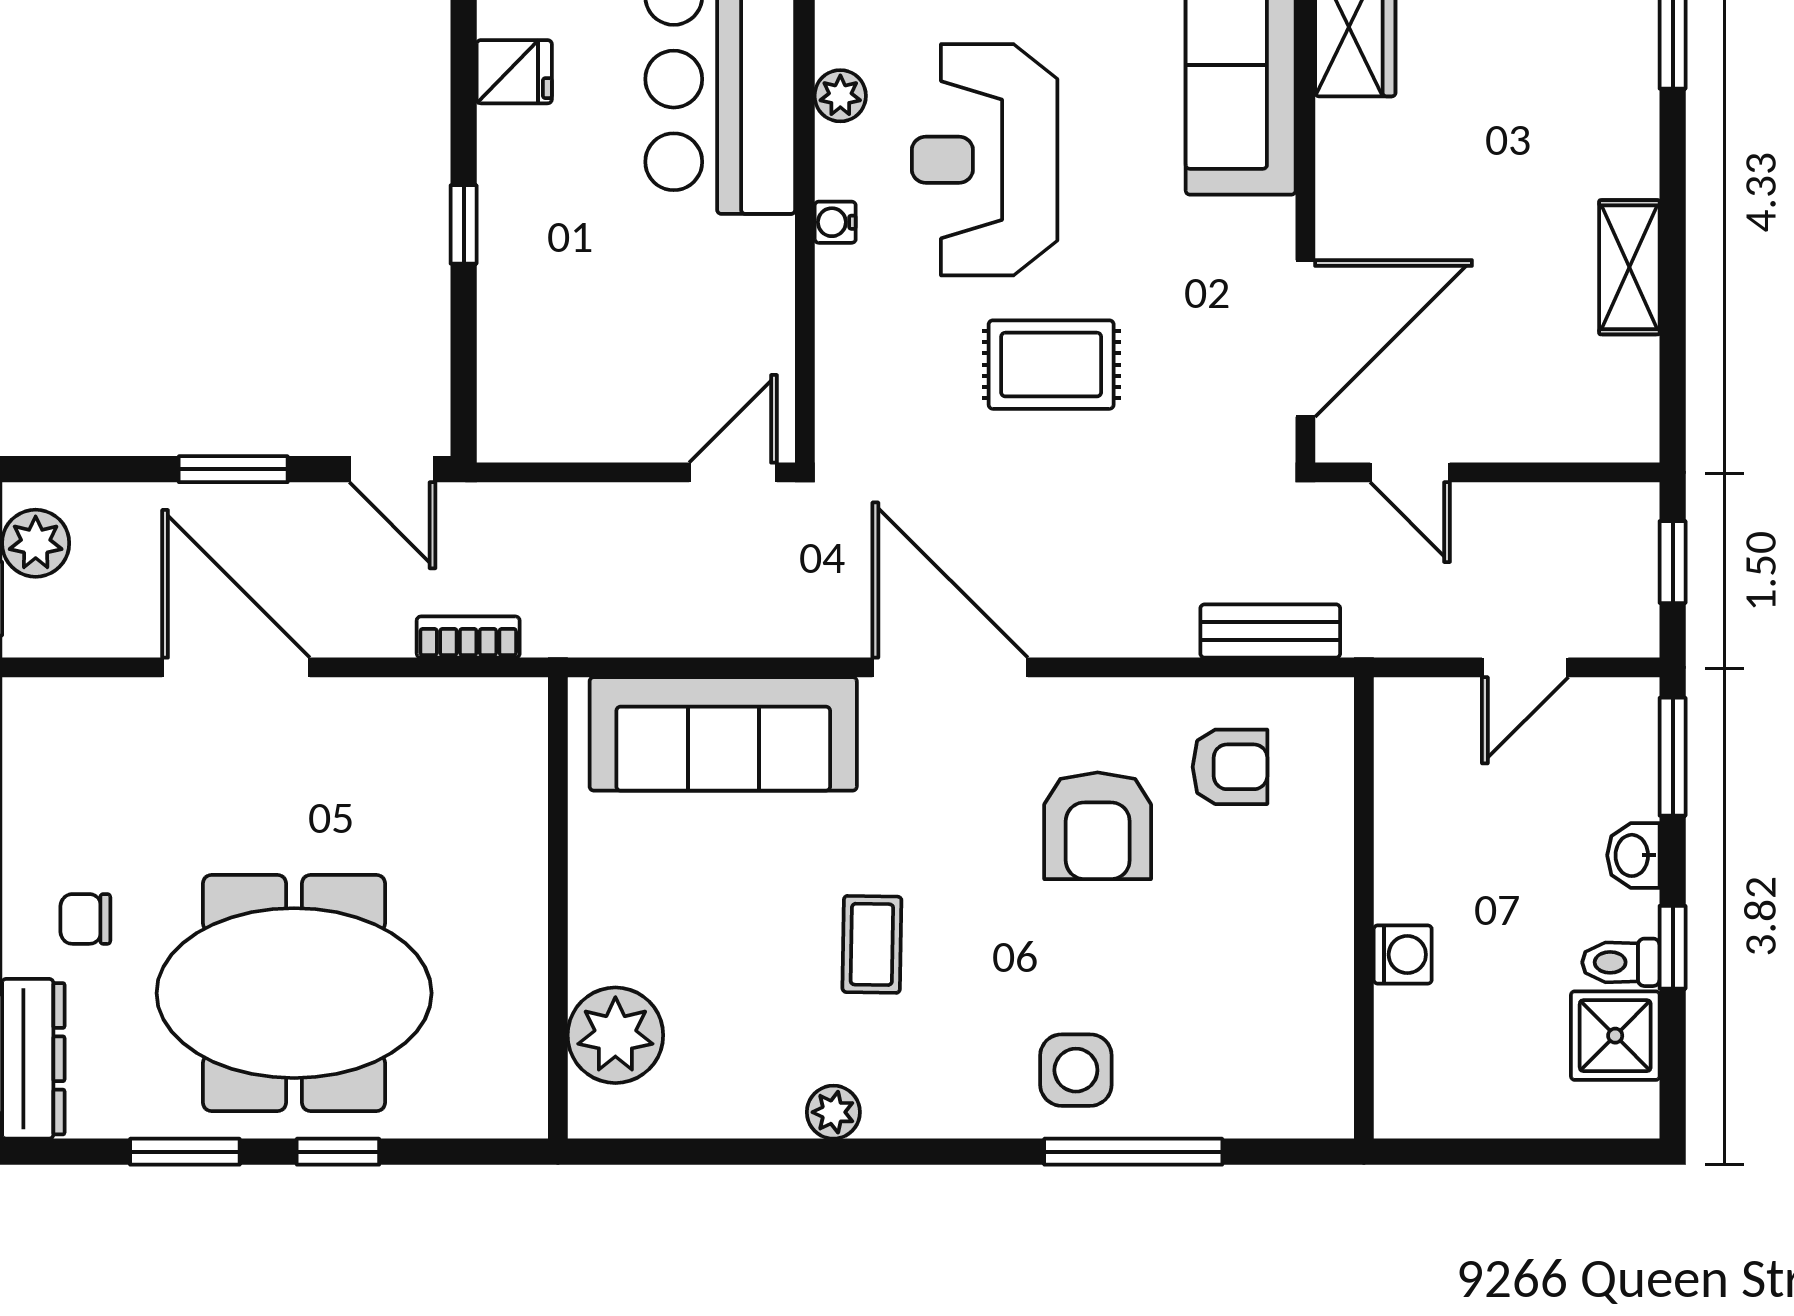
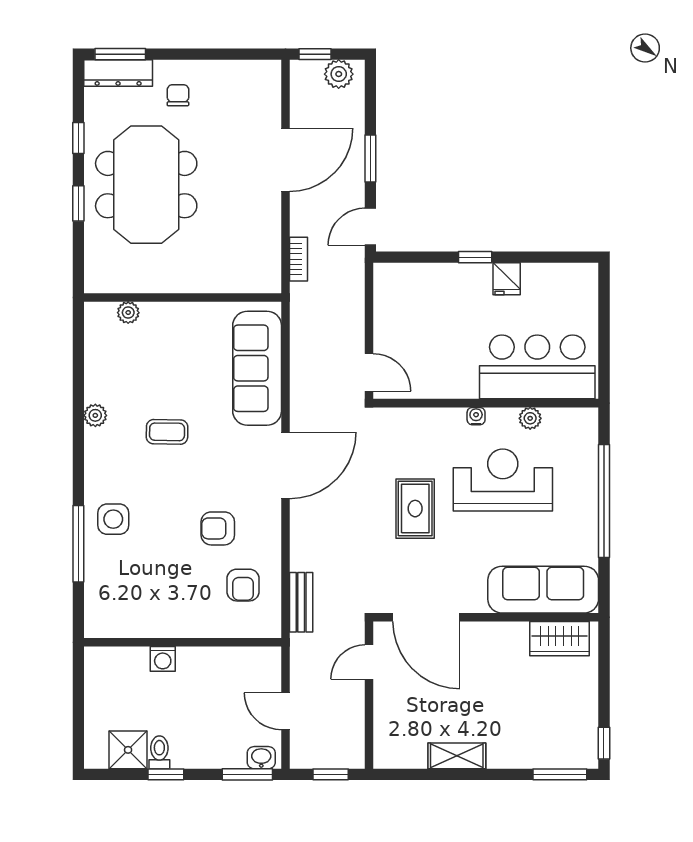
fridge: (514, 72) -> (507, 279), moved
armchair: (1098, 826) -> (218, 528), width x0.72, depth x0.72
washbasin: (1633, 855) -> (261, 758), moved
plant: (615, 1035) -> (128, 313), width x0.53, depth x0.53
window: (185, 1152) -> (78, 138), width x0.67

